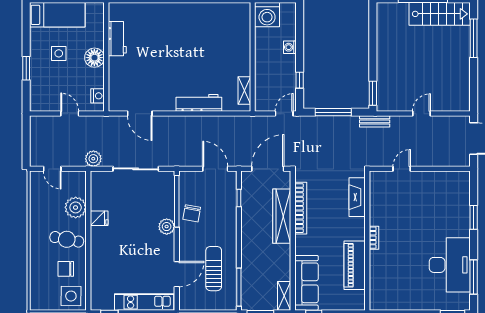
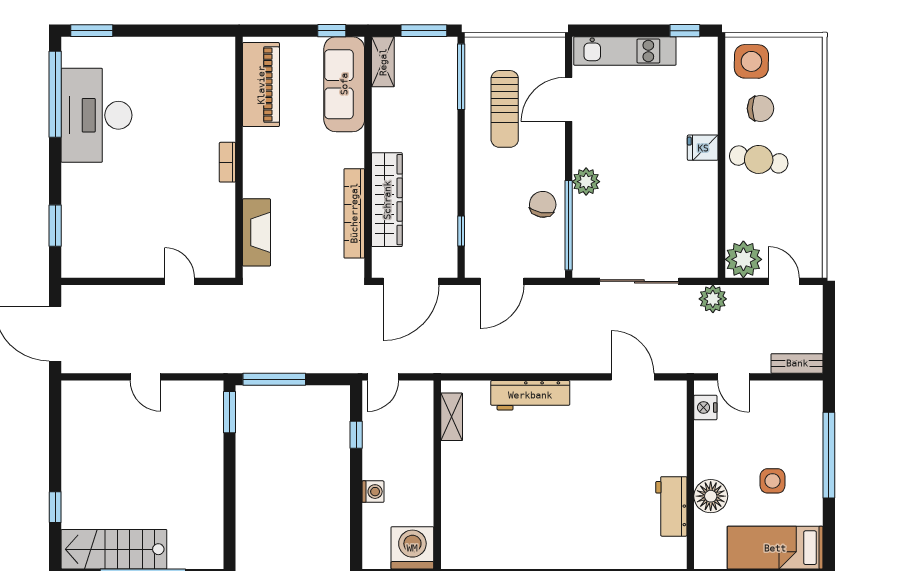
window: (474, 38) -> (55, 507), width x0.46
floor lamp: (94, 58) -> (711, 496), moved
window: (26, 68) -> (829, 455), width x2.11
window: (333, 112) -> (274, 379), moved
door: (70, 114) -> (733, 377), moved
door: (421, 114) -> (145, 377), hinge flipped
bench: (375, 121) -> (797, 363), moved
door: (215, 169) -> (502, 281), hinge flipped
door: (402, 169) -> (180, 281), swing flipped
plant: (76, 207) -> (743, 259), moved
window: (474, 217) -> (55, 226), moved
fridge: (99, 218) -> (703, 148), moved
piano: (355, 265) -> (261, 85), moved
window: (474, 277) -> (55, 94), width x1.46

